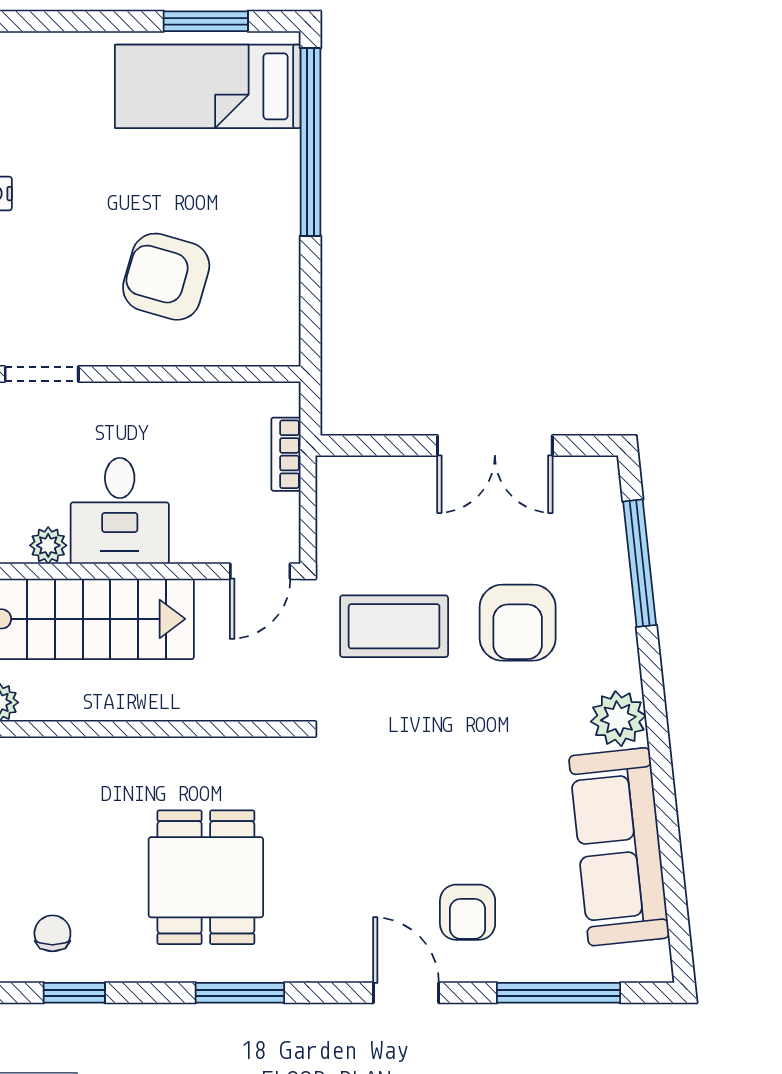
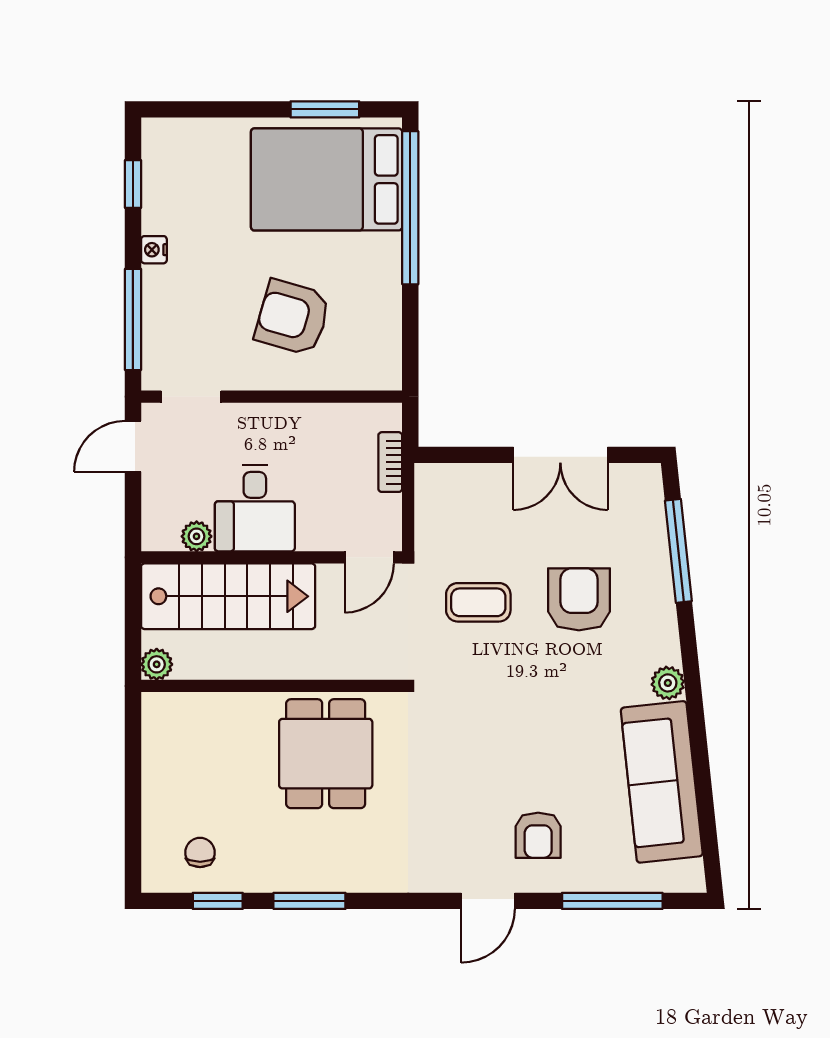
bed: (208, 86) -> (327, 179), width x1.50
armchair: (518, 623) -> (579, 599), turned 180
coffee table: (394, 626) -> (478, 602), width x0.73, depth x0.77
plant: (618, 719) -> (668, 683), width x0.73, depth x0.73
dining table: (206, 877) -> (326, 754), moved
window: (240, 993) -> (309, 901), moved
door: (406, 993) -> (488, 901), swing flipped

